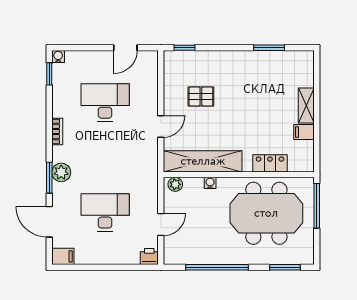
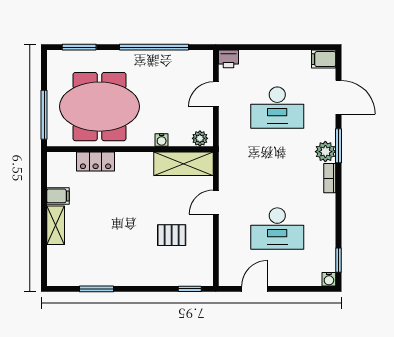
bookcase: (57, 131) -> (330, 178), moved
shelving: (203, 161) -> (183, 164), width x0.68

